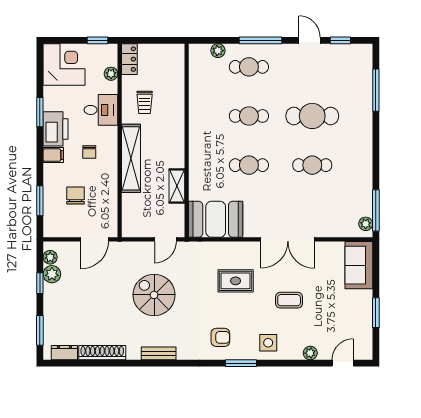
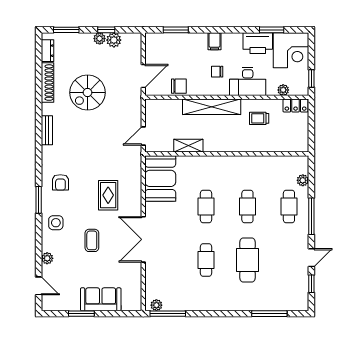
desk: (101, 110) -> (248, 81), width x1.37
window: (40, 112) -> (272, 30), moved
printer: (56, 129) -> (258, 43), moved
chair: (76, 195) -> (179, 86), moved
door: (95, 239) -> (143, 76), swing flipped
door: (165, 239) -> (143, 136), hinge flipped
plant: (50, 257) -> (100, 39), moved
sofa: (359, 265) -> (101, 299), moved
spiral stairs: (154, 295) -> (88, 93), moved, turned 180

